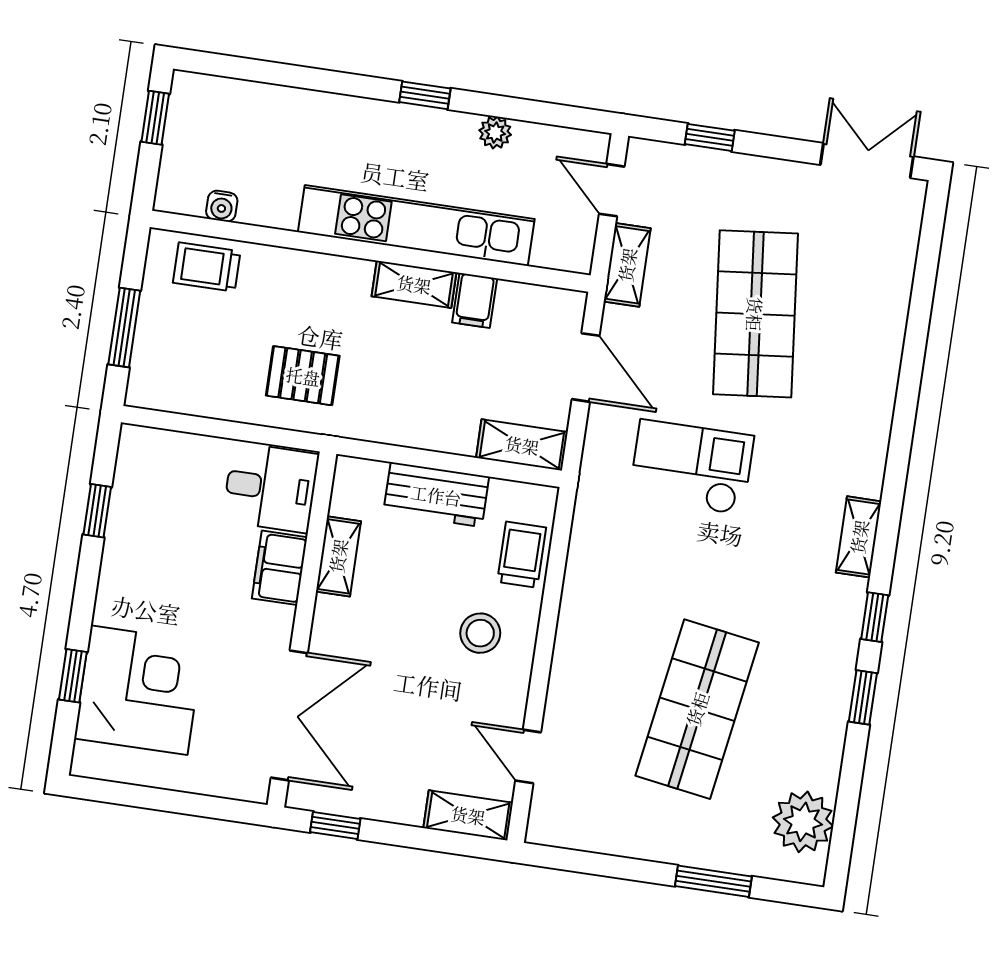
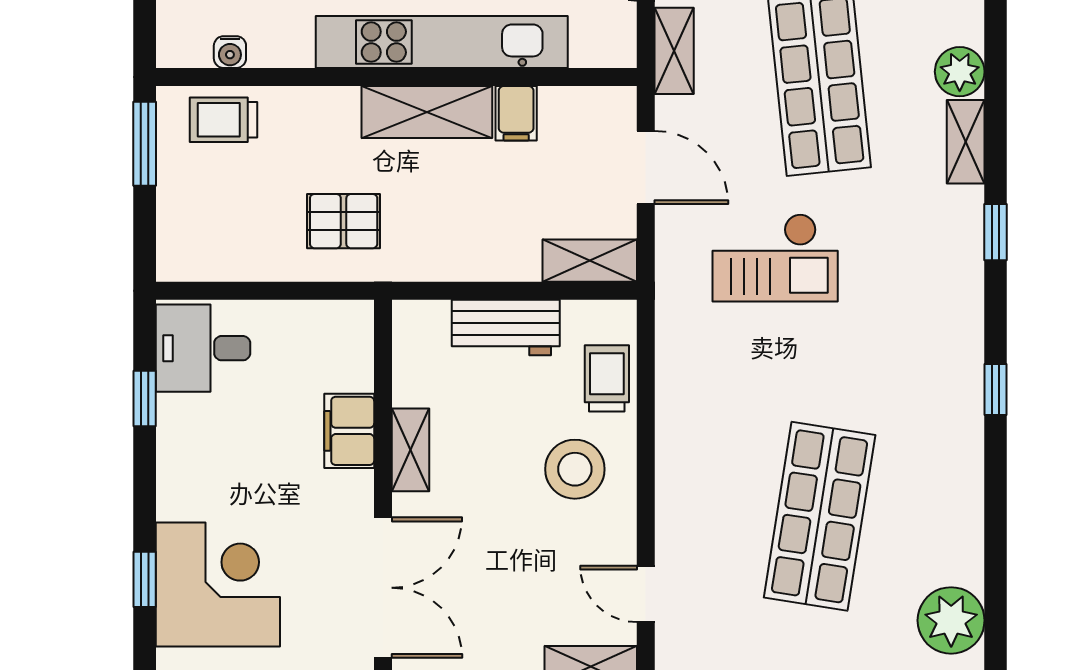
shelving: (414, 284) -> (427, 112), width x1.50, depth x1.33
plant: (885, 322) -> (960, 72), added
window: (124, 328) -> (145, 144), moved
checkout: (691, 467) -> (775, 258), turned 180
desk: (271, 488) -> (203, 348), moved, turned 180
shelving: (859, 537) -> (966, 142), moved
shelving: (338, 556) -> (411, 450), moved
stool: (480, 633) -> (575, 469), width x1.38, depth x1.38
window: (863, 697) -> (996, 232), moved

